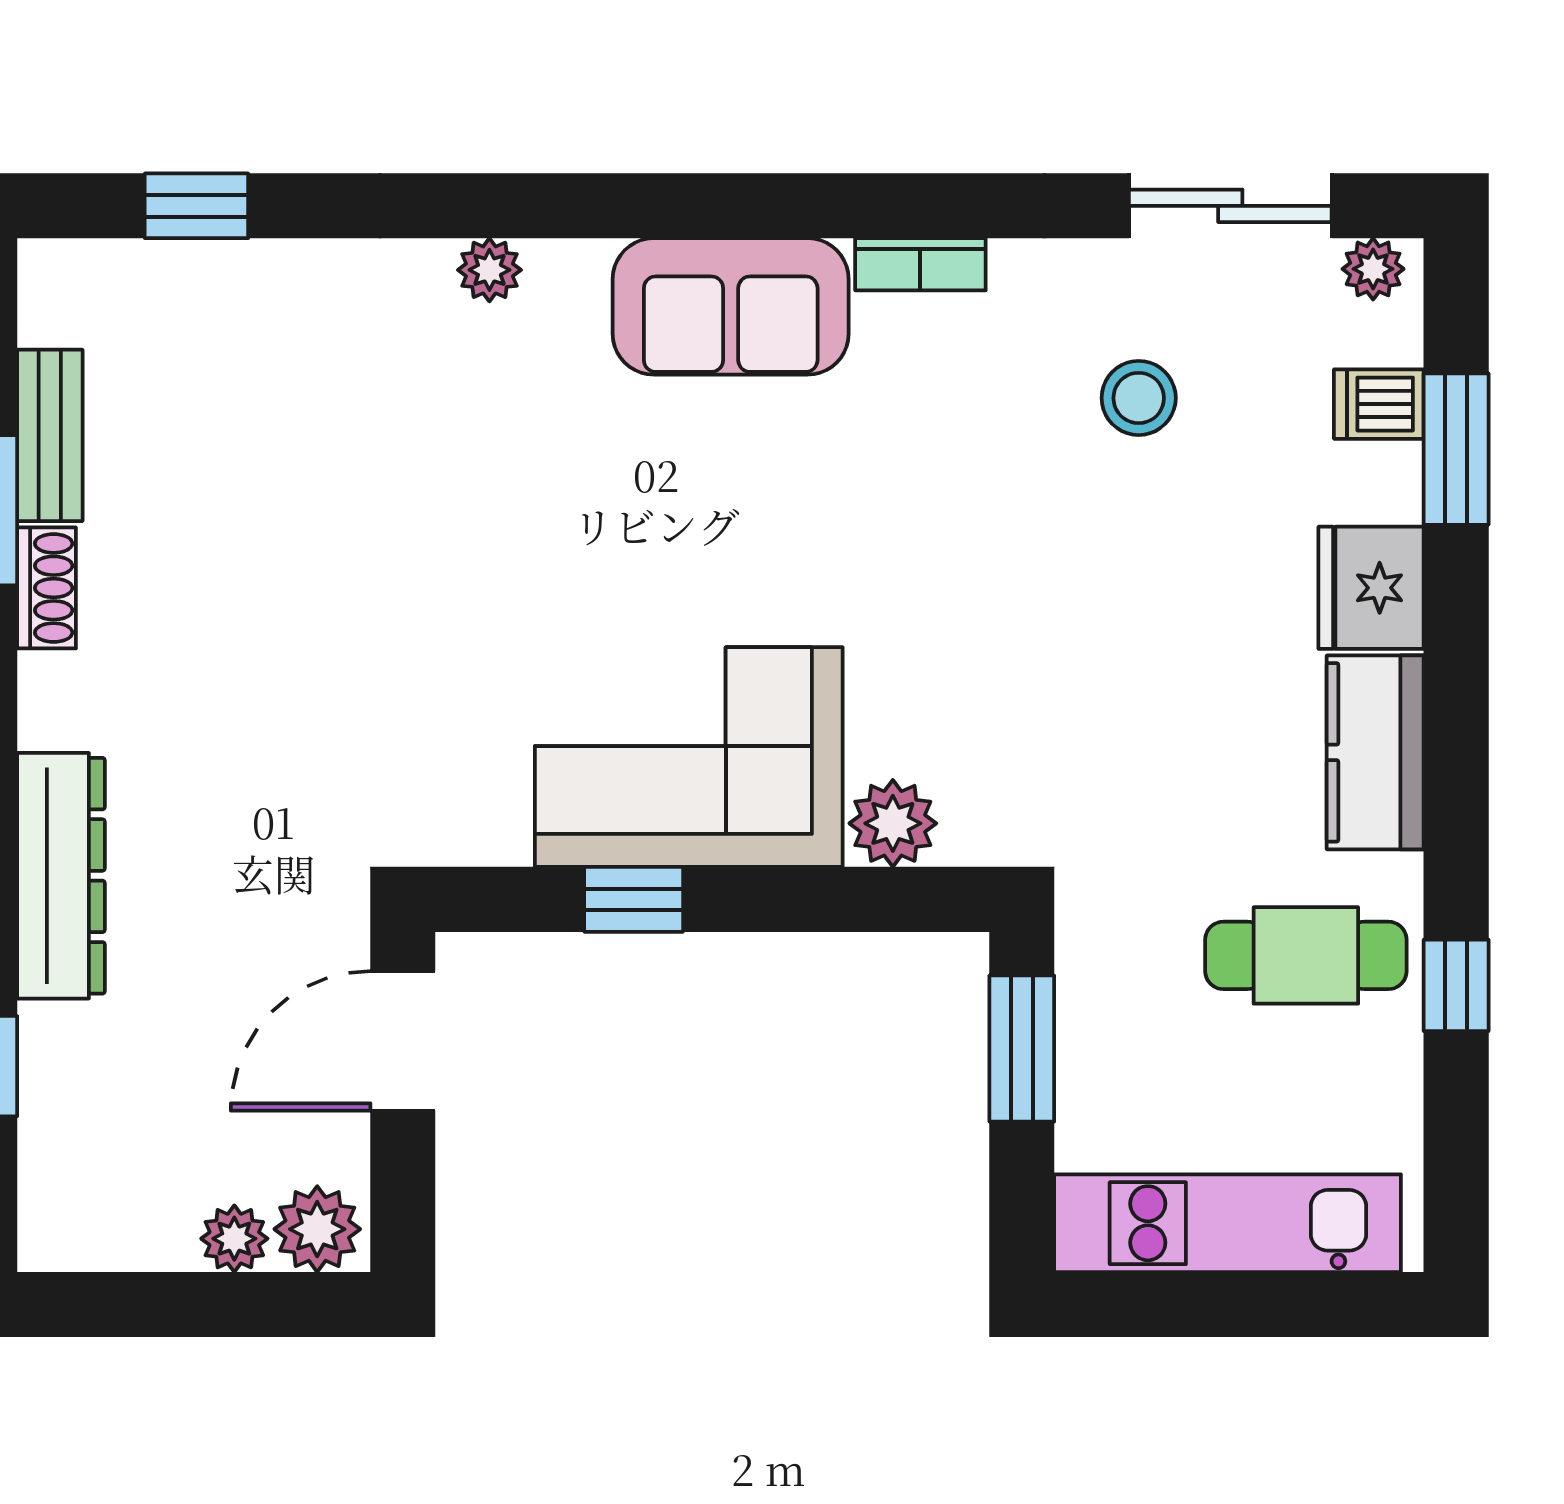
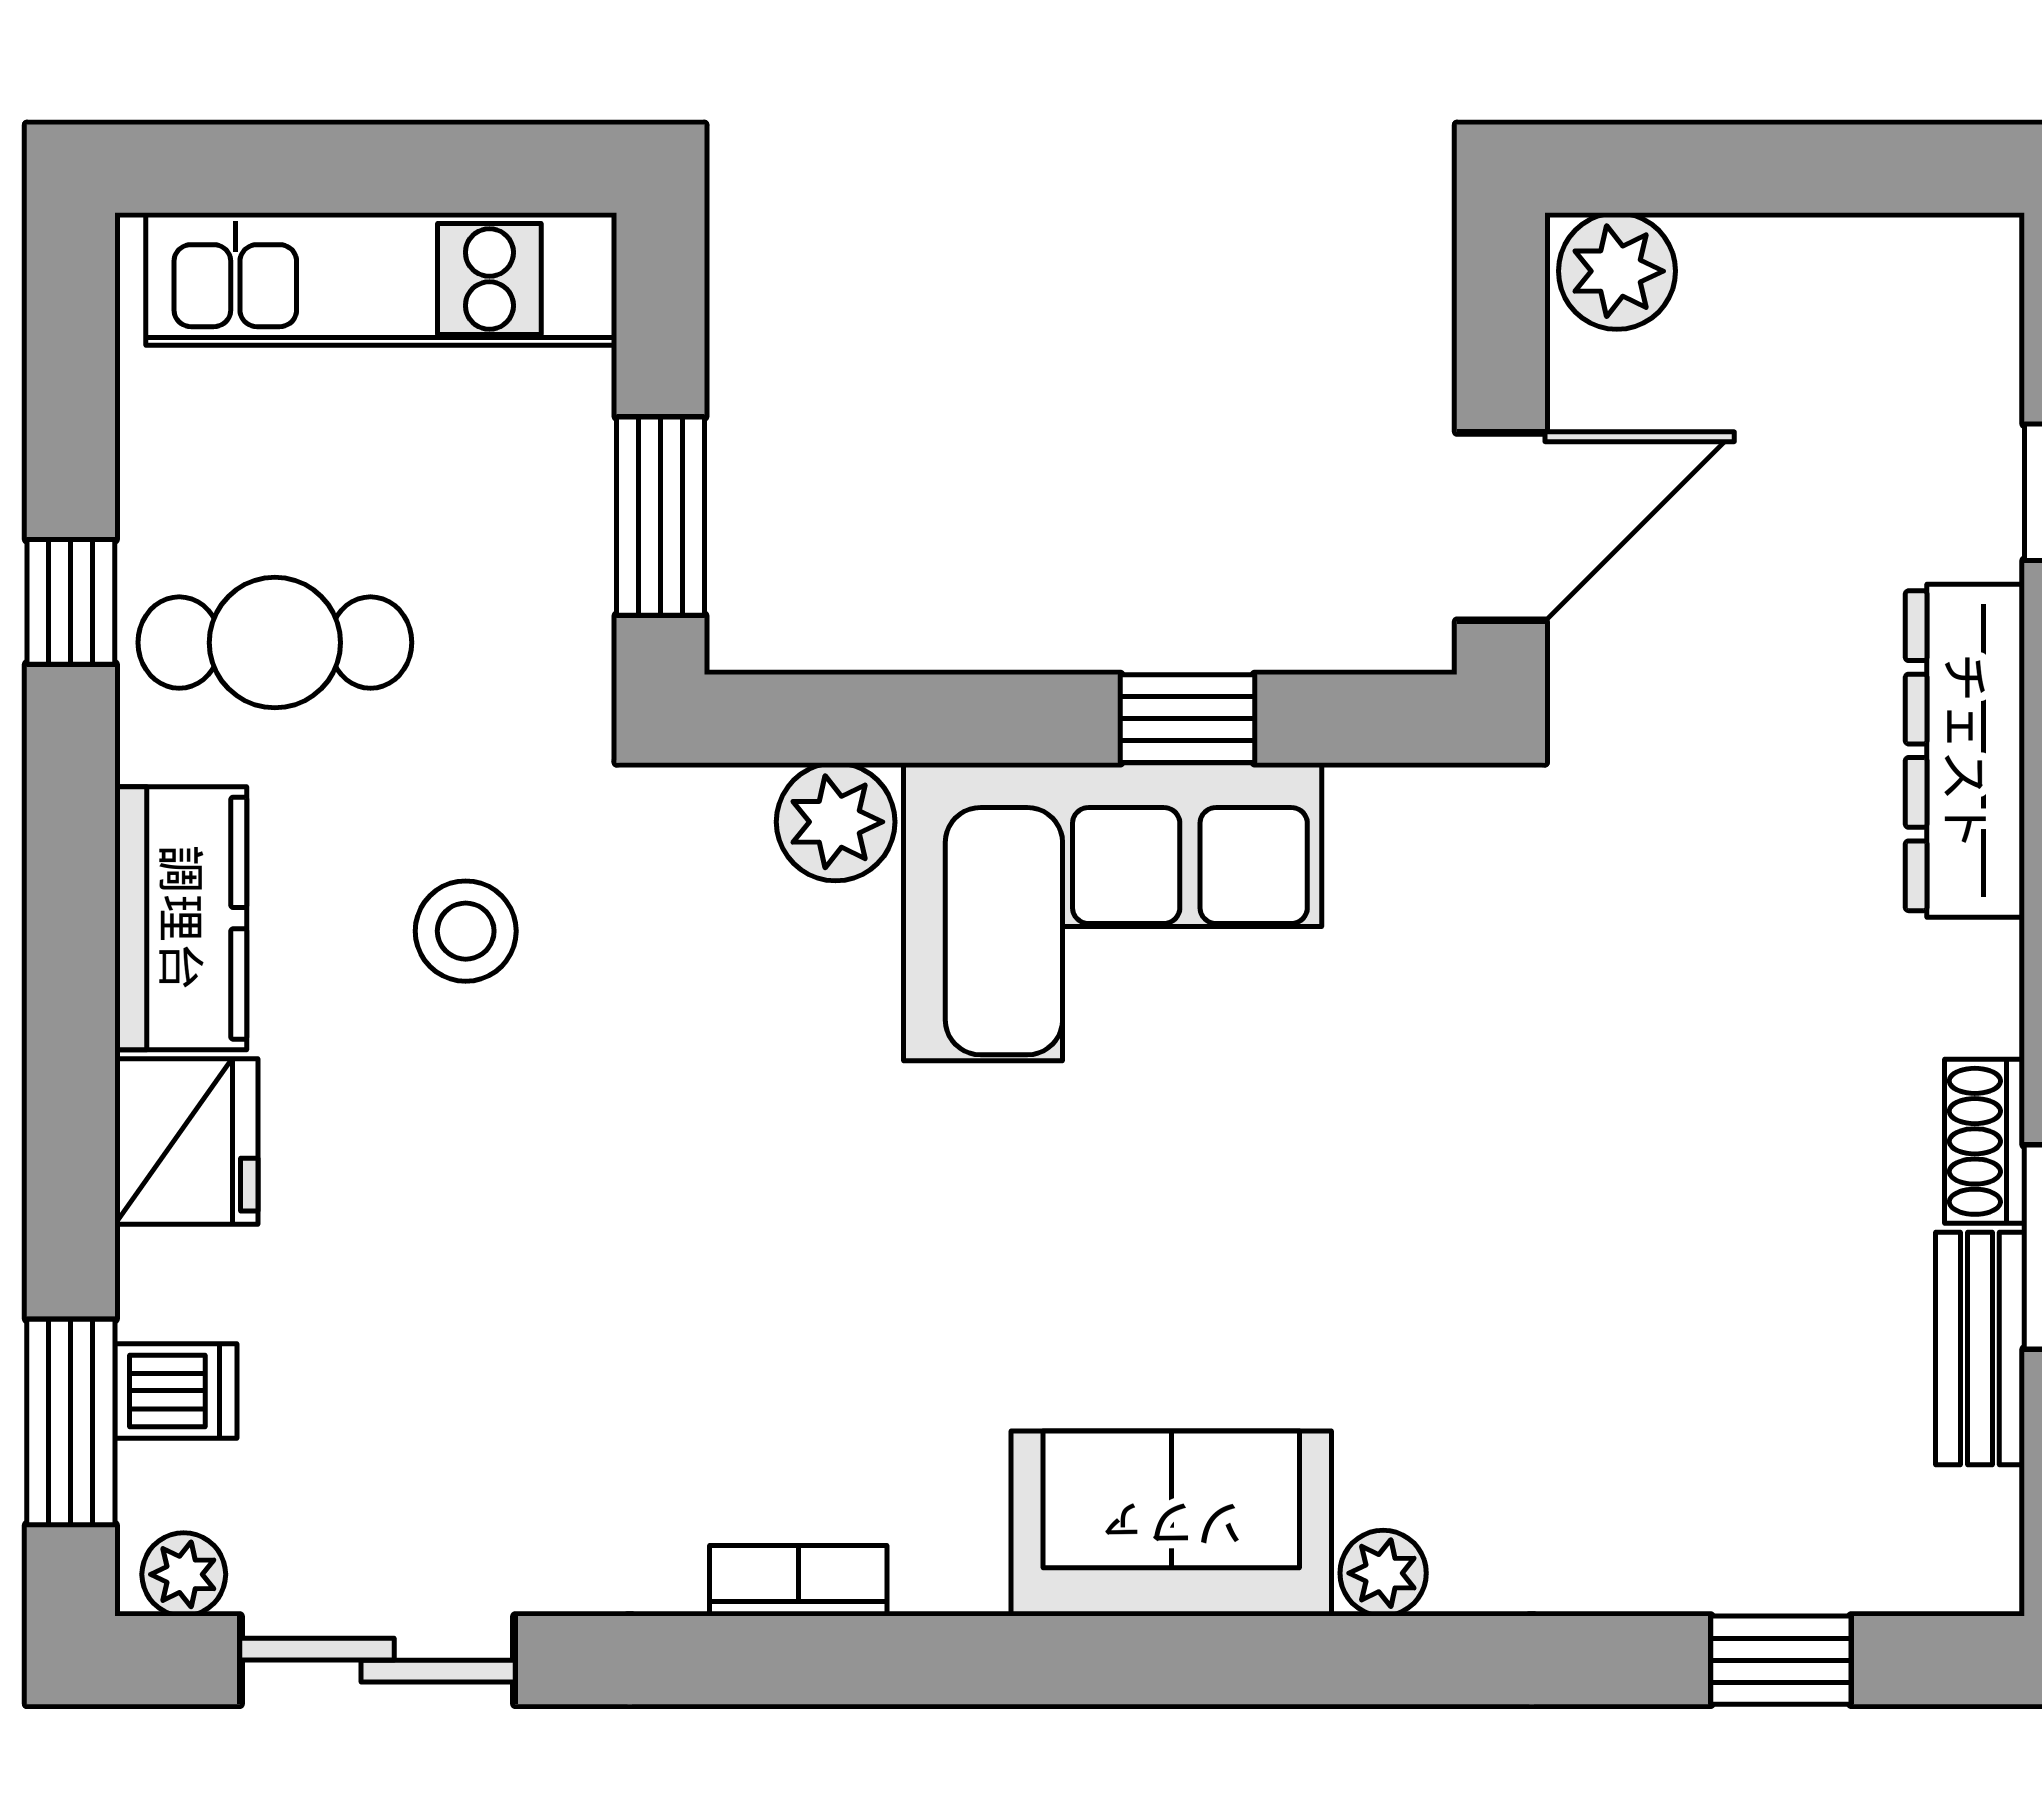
sofa: (731, 306) -> (1171, 1524), moved
stool: (1139, 398) -> (466, 931), moved
window: (1456, 449) -> (71, 1422), moved
plant: (234, 1239) -> (1730, 258), removed

